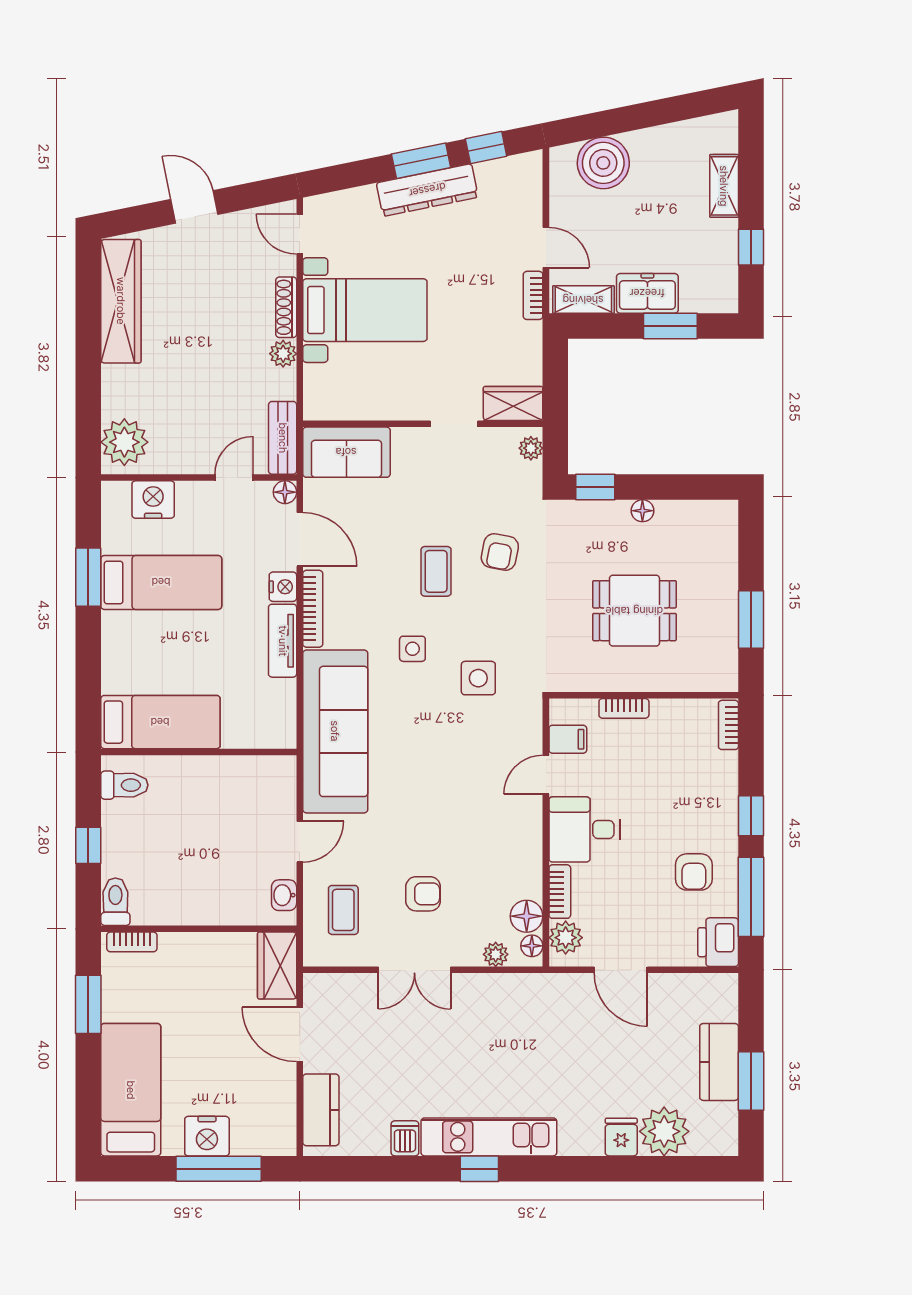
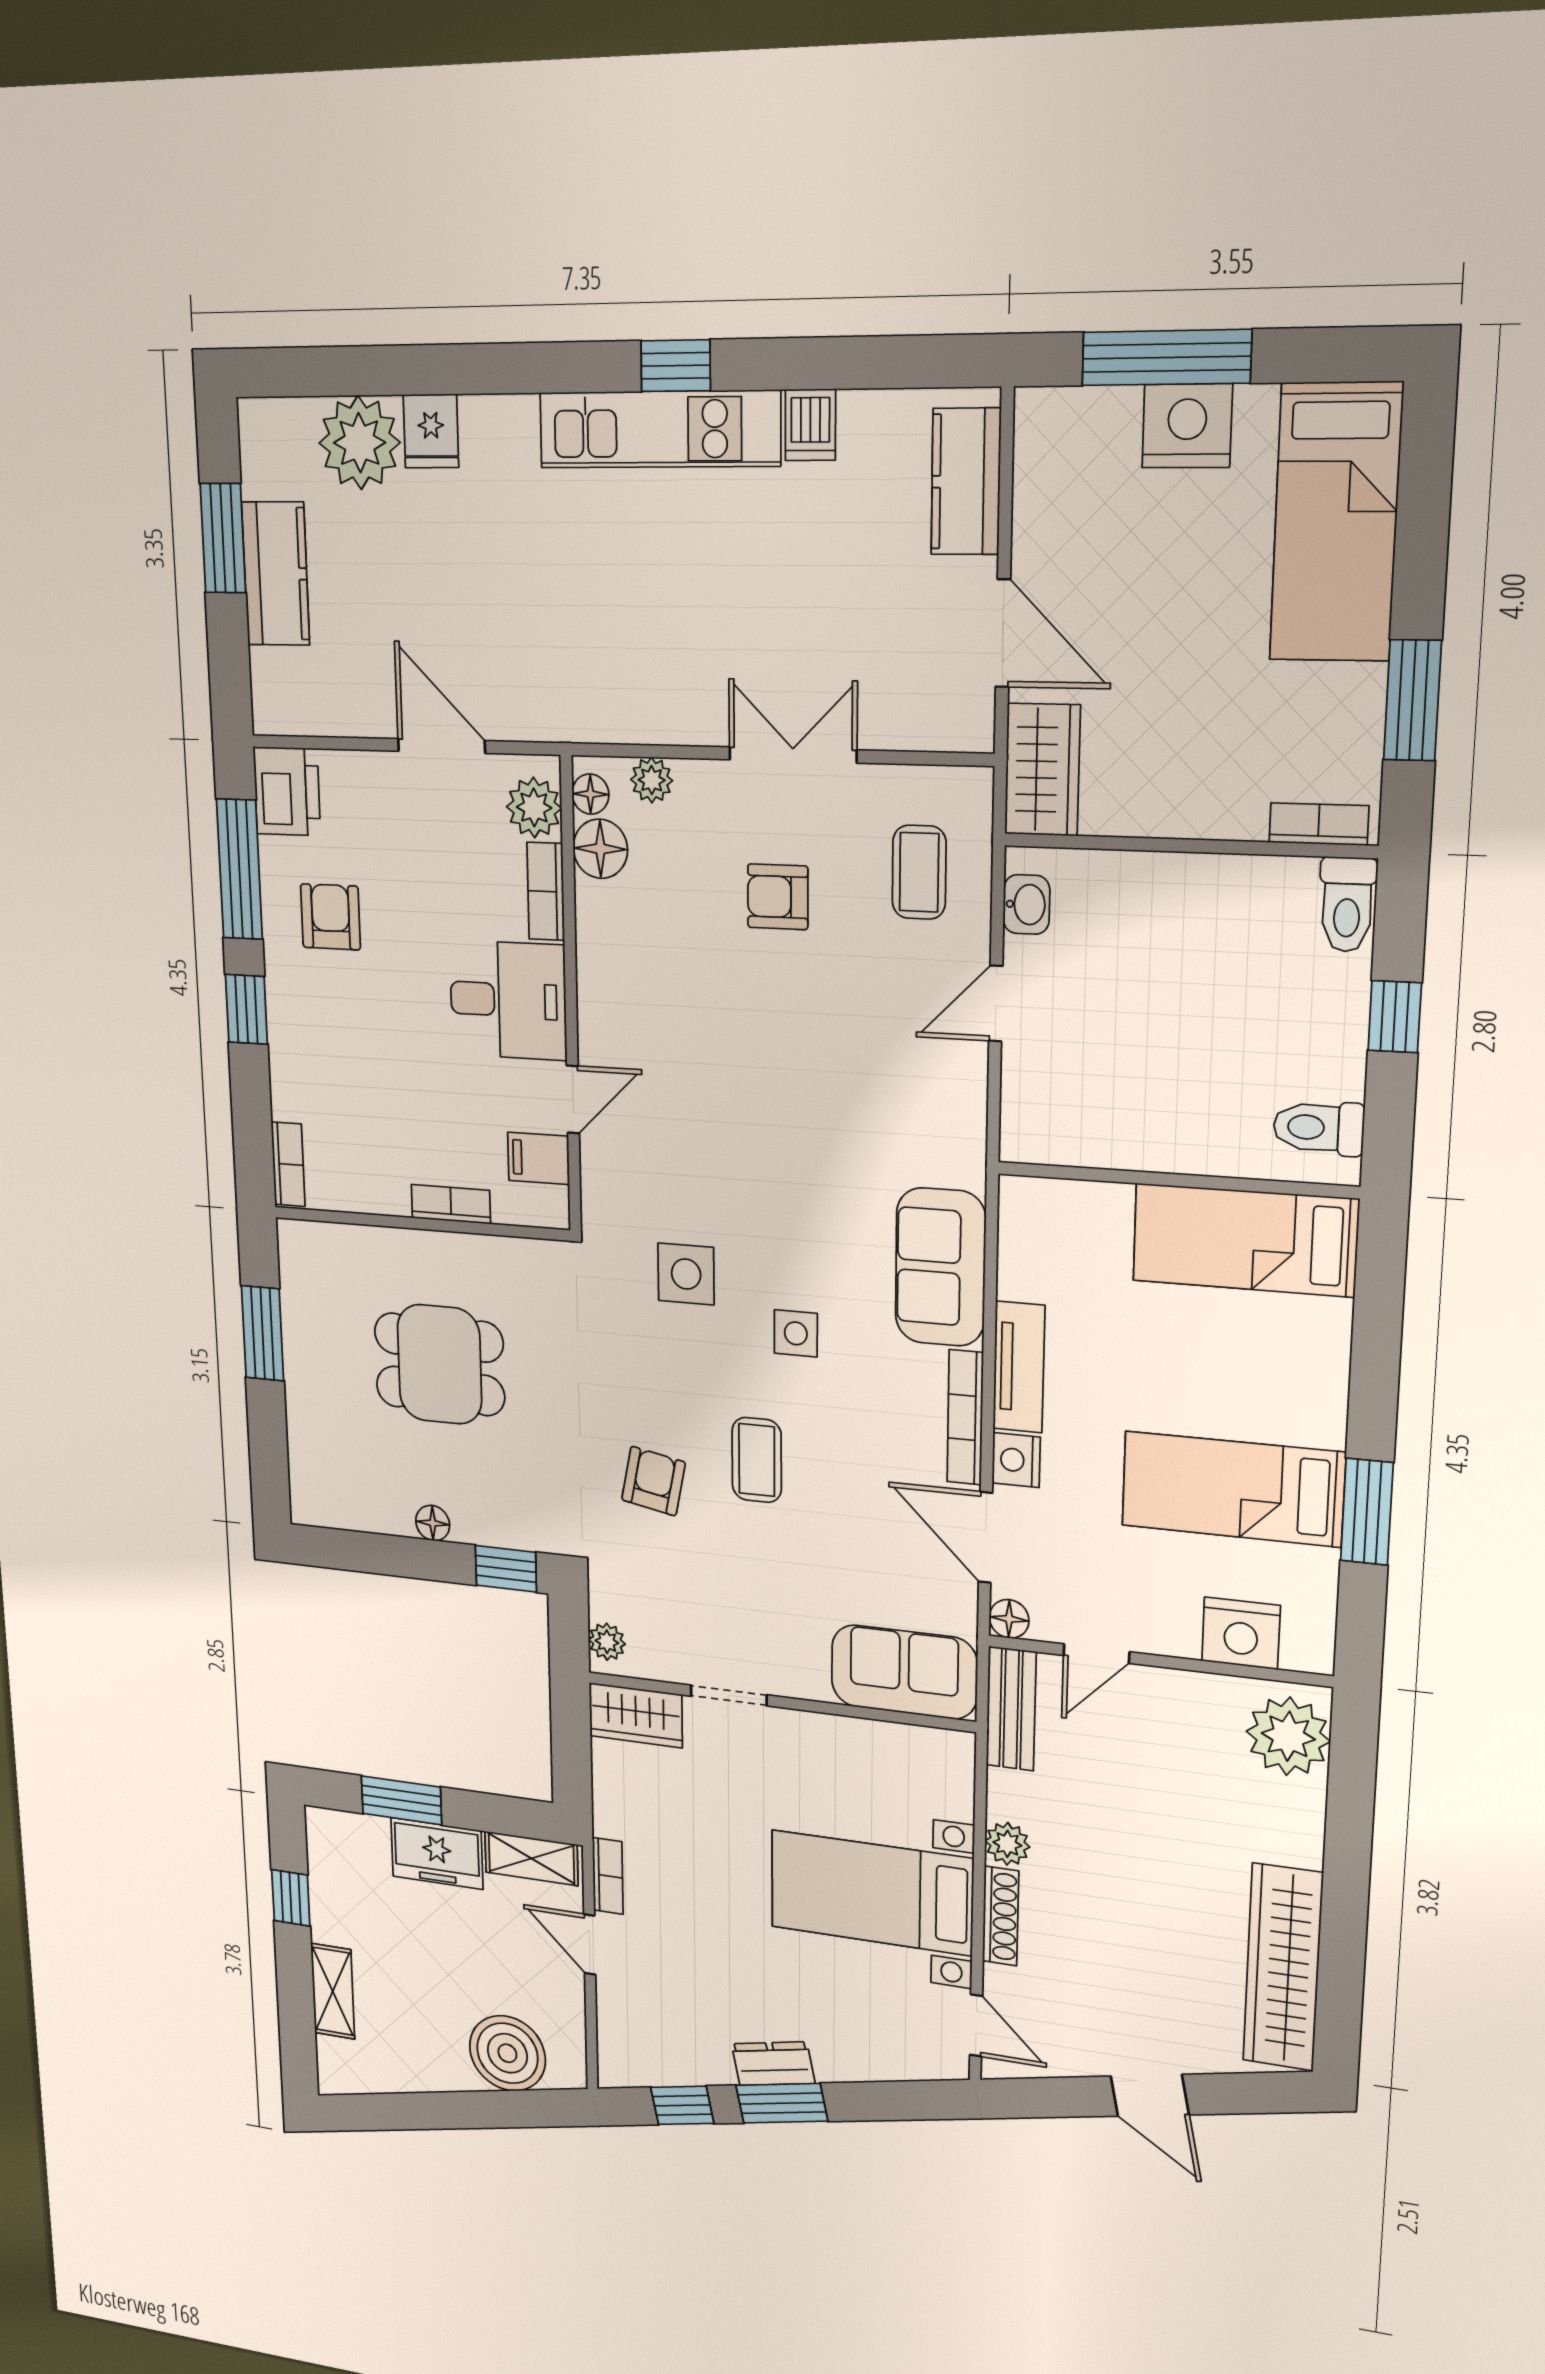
dresser: (427, 190) -> (773, 2064), width x0.51, depth x0.80
sofa: (335, 731) -> (940, 1267), width x0.54, depth x0.79

